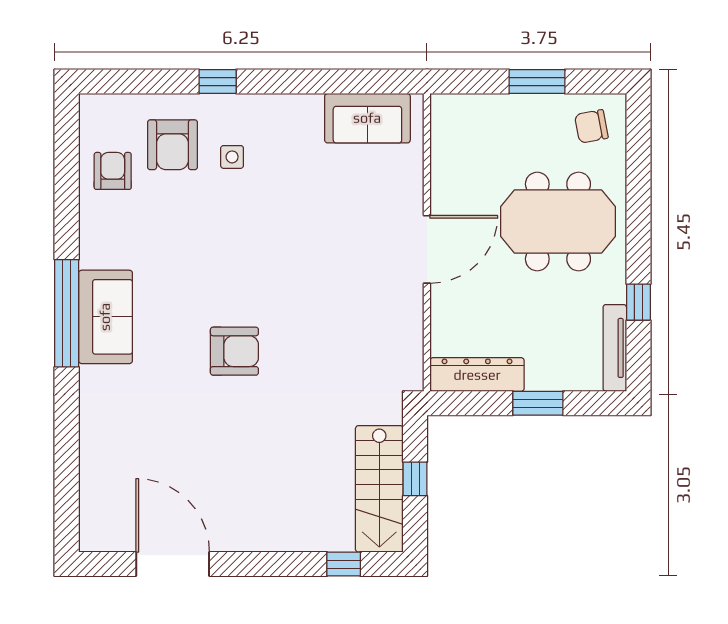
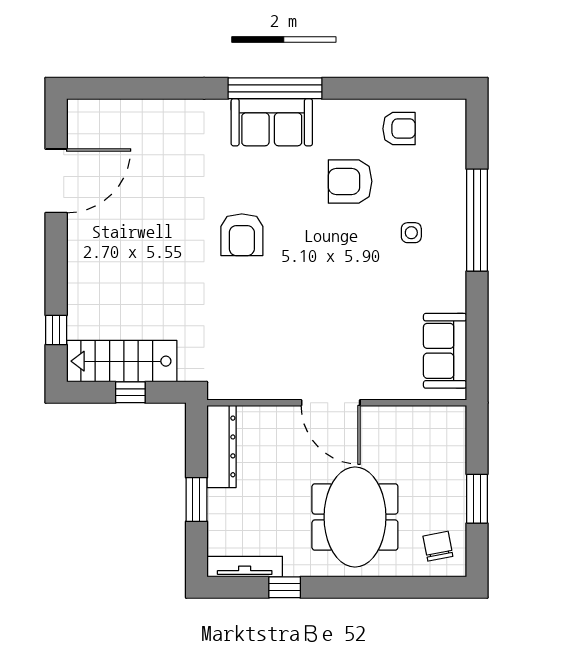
window: (218, 82) -> (477, 220), width x3.17
armchair: (172, 145) -> (350, 181), moved

